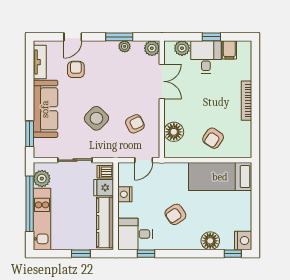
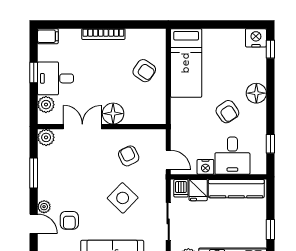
plant: (125, 46) -> (44, 207), moved
filing cabinet: (229, 50) -> (48, 36), moved
armchair: (76, 69) -> (69, 220), turned -90
floor lamp: (174, 132) -> (113, 114), moved
door: (144, 160) -> (168, 160), moved
desk: (135, 234) -> (232, 156), moved
floor lamp: (210, 241) -> (256, 93), moved
window: (81, 254) -> (270, 229), moved

